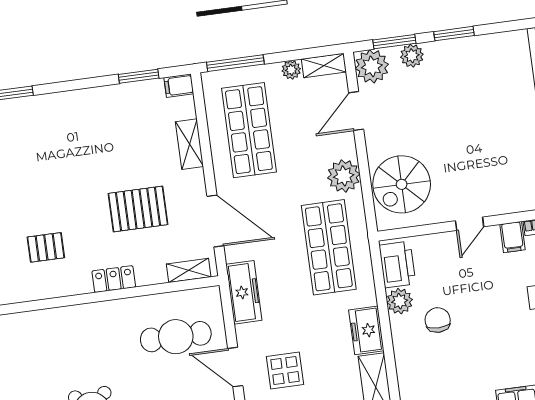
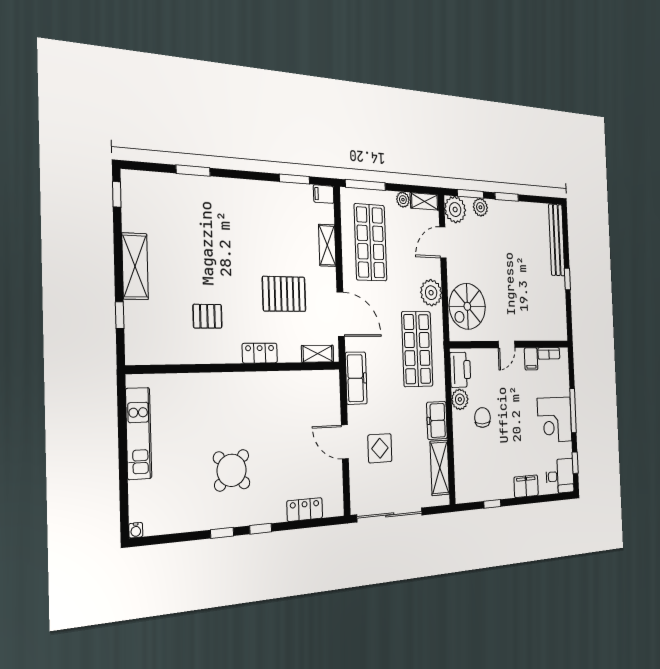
cafe table: (176, 337) -> (303, 411), removed

